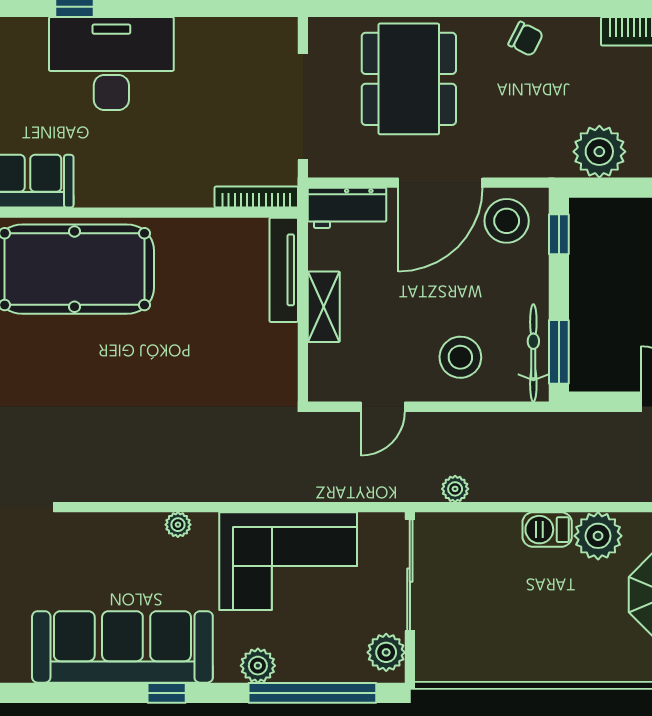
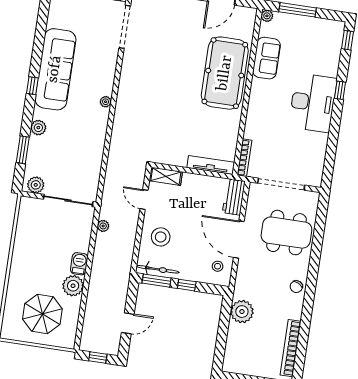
stool: (507, 221) -> (218, 266), width x0.53, depth x0.53
window: (559, 234) -> (187, 285), moved
shelving: (324, 307) -> (166, 176), moved
corner sofa: (288, 561) -> (82, 148), removed
window: (312, 693) -> (23, 150), width x0.47

